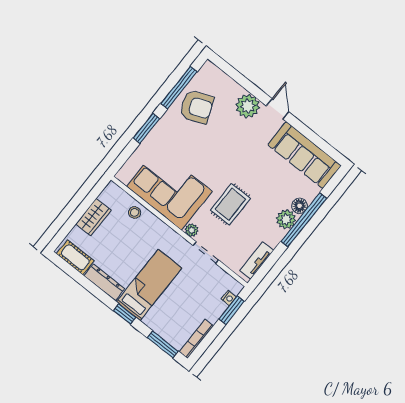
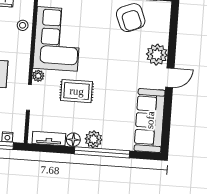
floor lamp: (300, 206) -> (73, 140), moved

